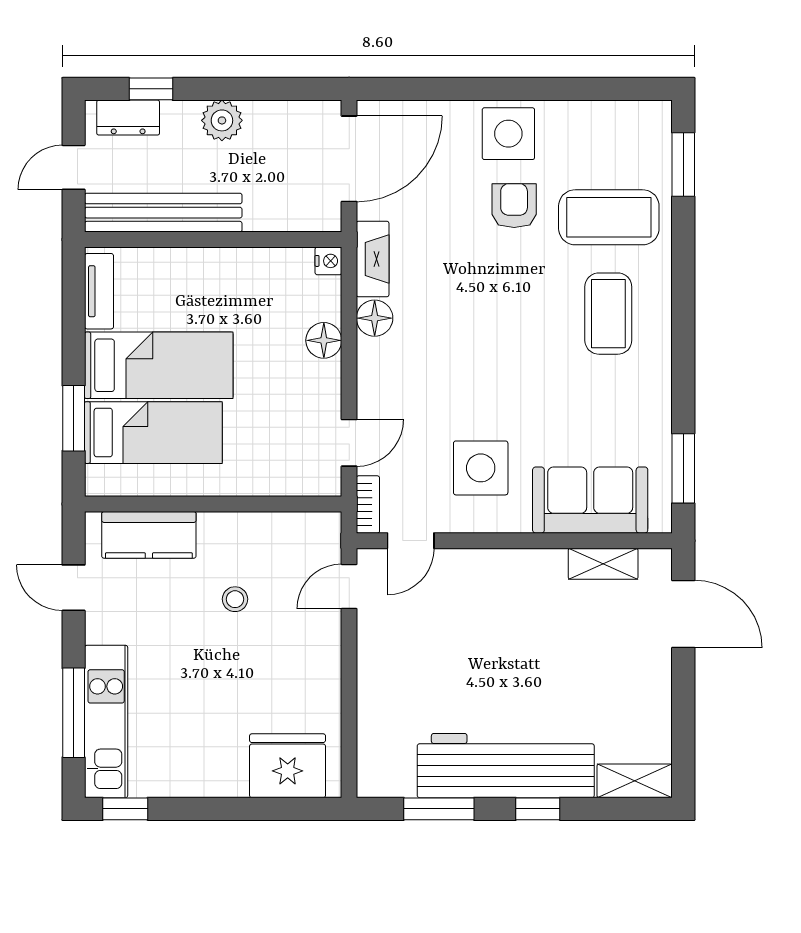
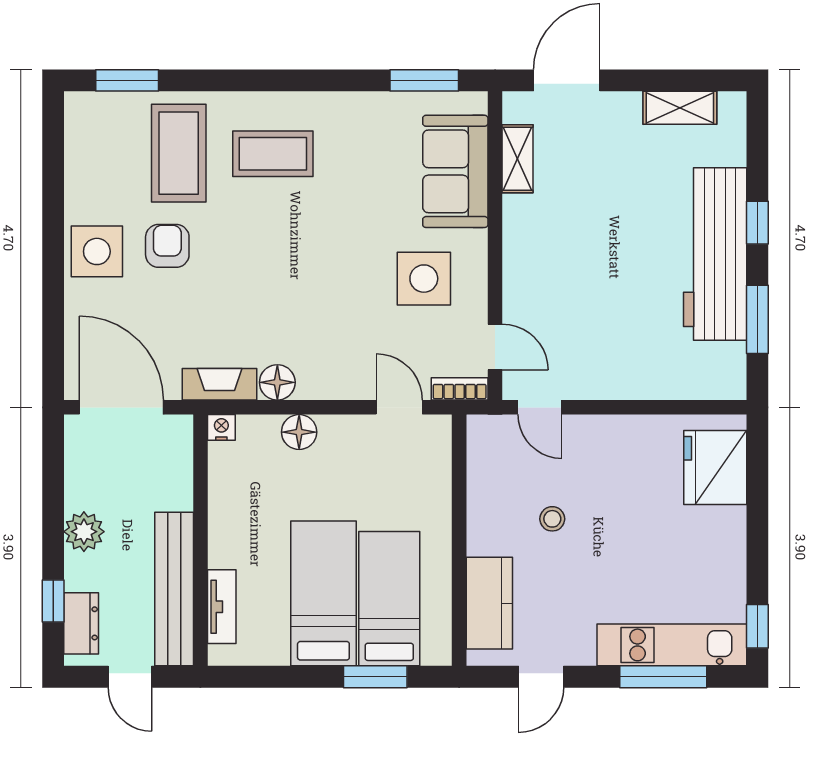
armchair: (514, 206) -> (167, 246), turned 90
tv unit: (99, 291) -> (222, 607), moved, turned 90
shelving: (635, 781) -> (680, 108), moved, turned 90

